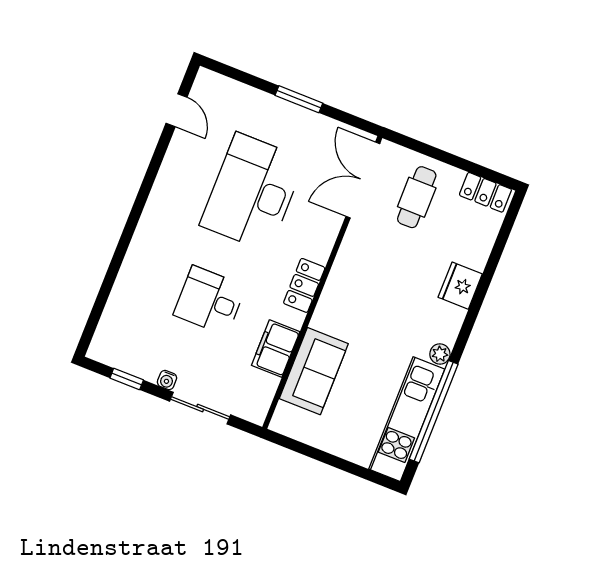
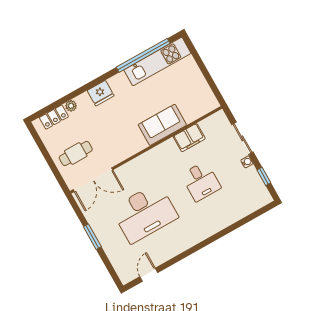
locker: (485, 192) -> (54, 117), moved, turned 90
locker: (304, 285) -> (155, 155), removed
fridge: (460, 286) -> (101, 93), moved
plant: (440, 354) -> (71, 106), moved
sofa: (314, 371) -> (162, 125), moved

